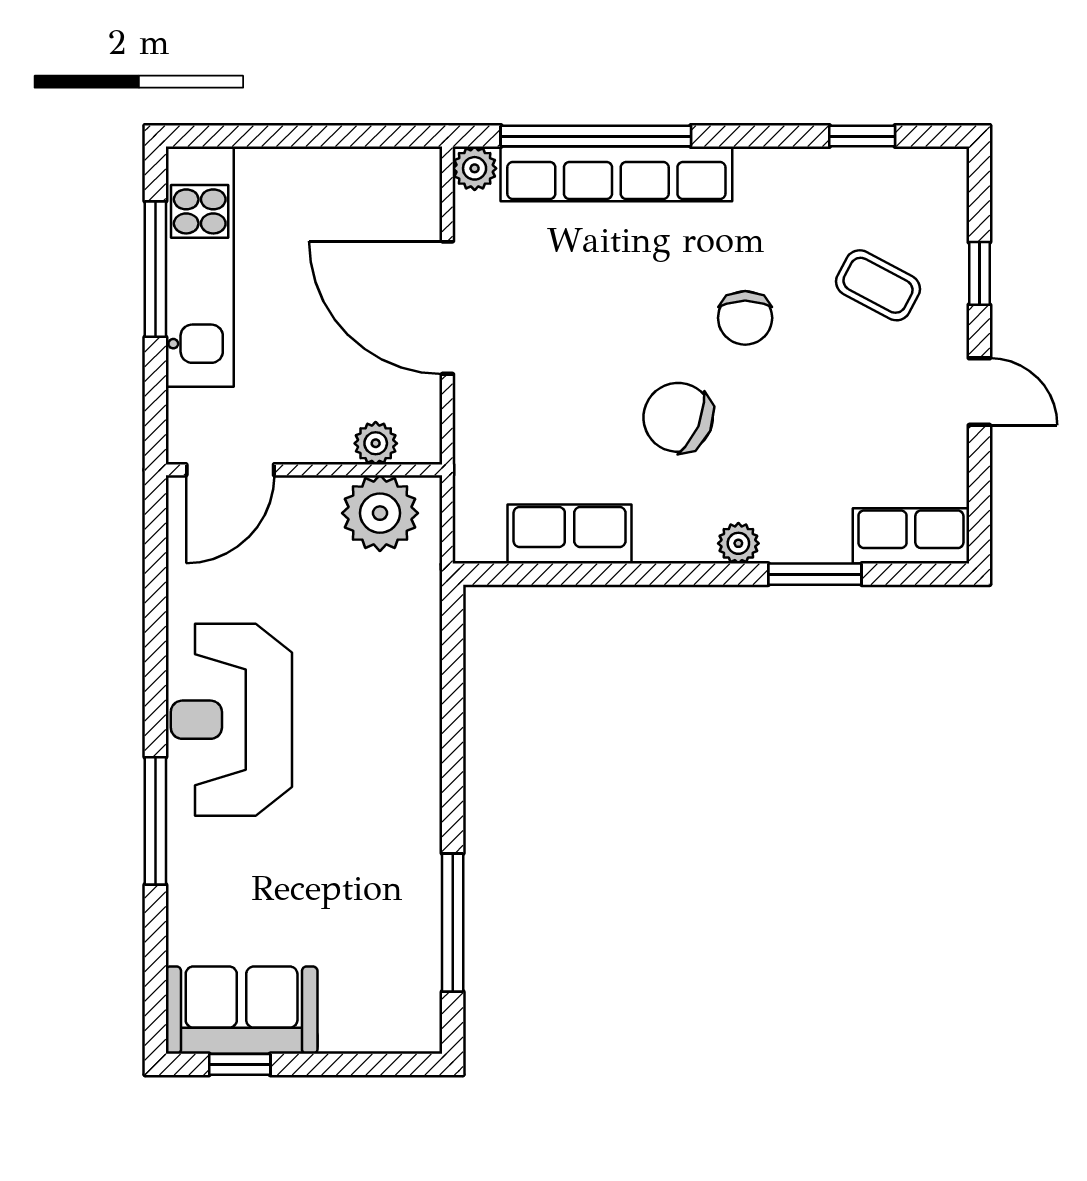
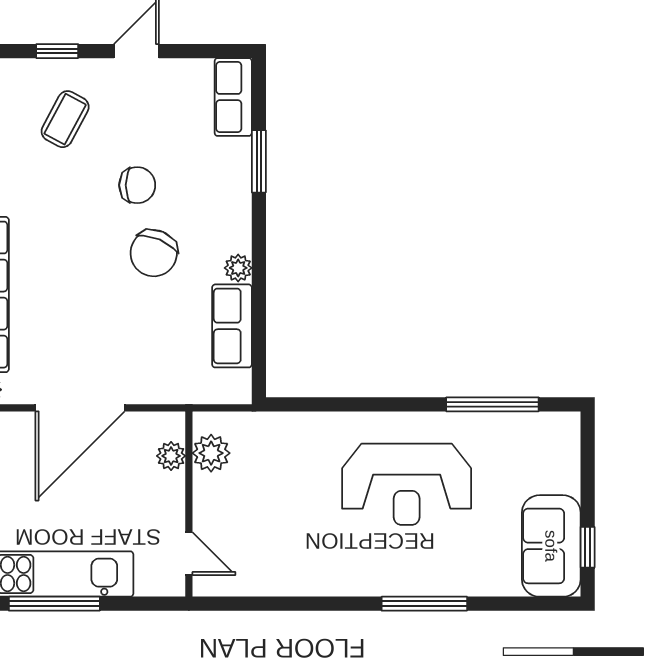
chair: (745, 318) -> (137, 185), moved
door: (230, 470) -> (189, 554), width x0.73
plant: (380, 513) -> (211, 453), width x0.73, depth x0.73
plant: (738, 543) -> (238, 268), moved
reception desk: (231, 720) -> (407, 484), moved

